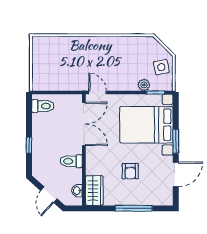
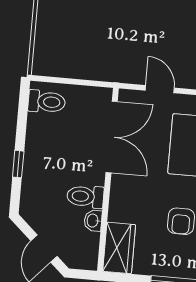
door: (98, 92) -> (160, 89), moved
washbasin: (77, 191) -> (93, 221), moved

